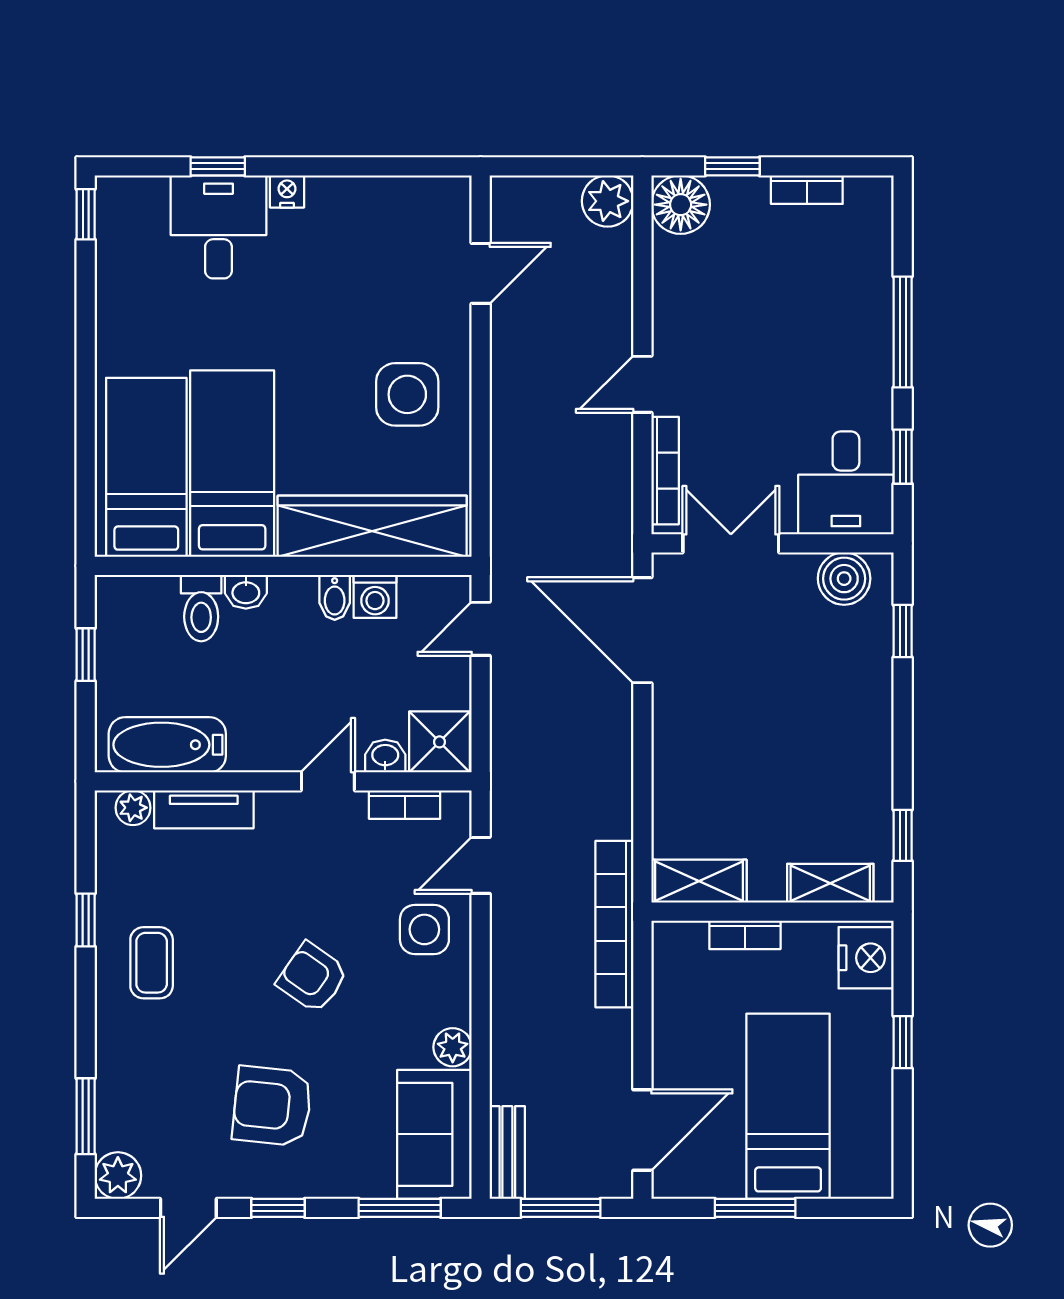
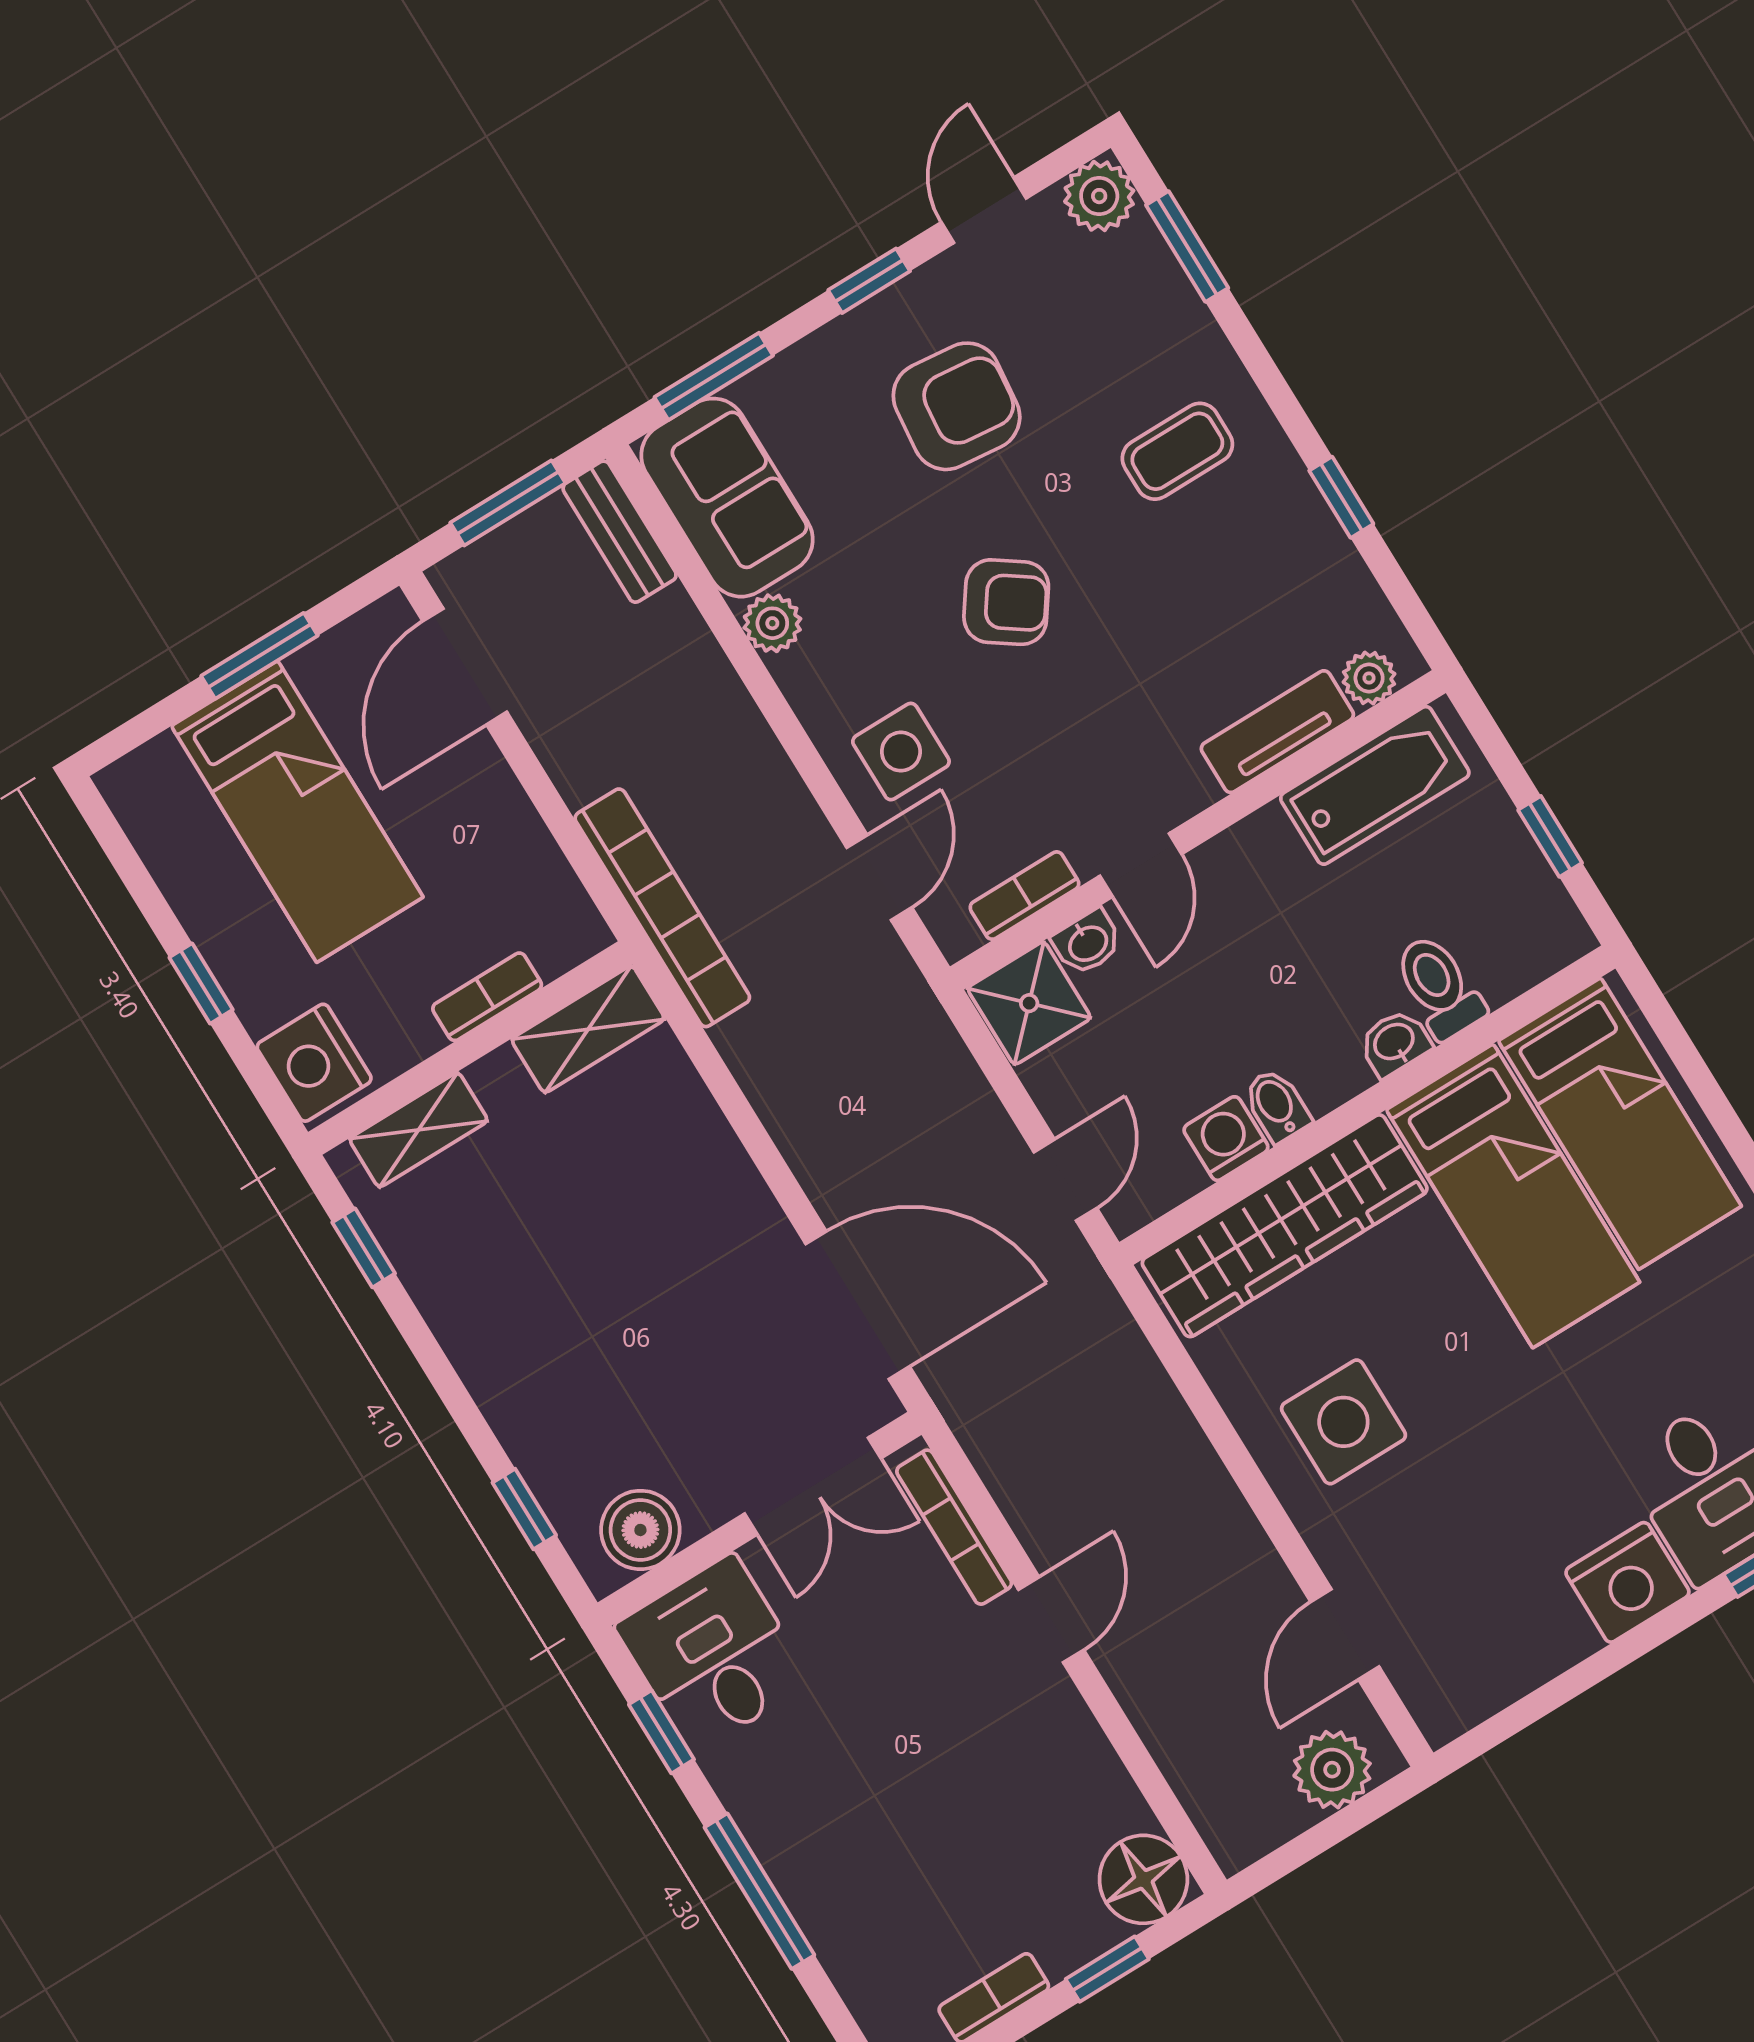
nightstand: (287, 191) -> (1627, 1582), width x1.89, depth x1.79
plant: (608, 201) -> (1332, 1770), moved
coffee table: (152, 963) -> (1177, 451), moved, turned 90

